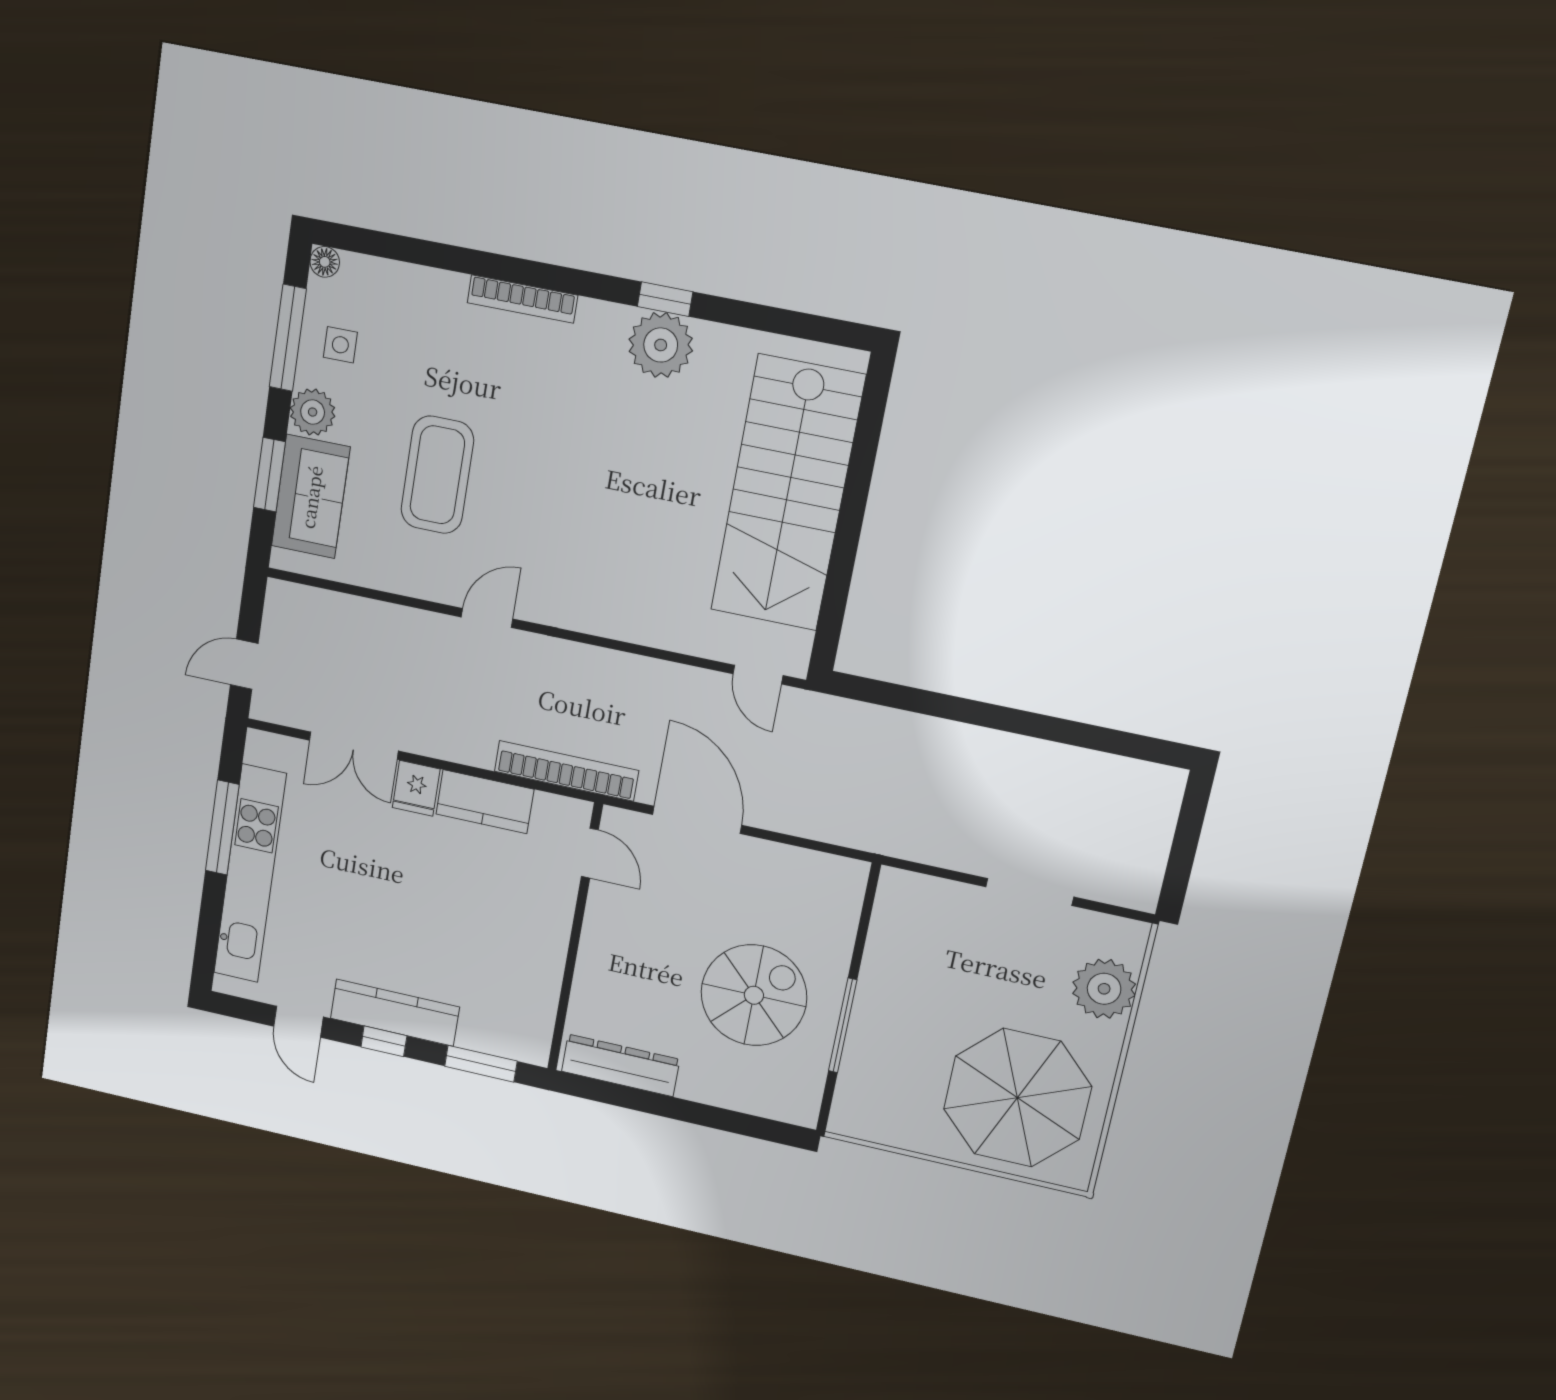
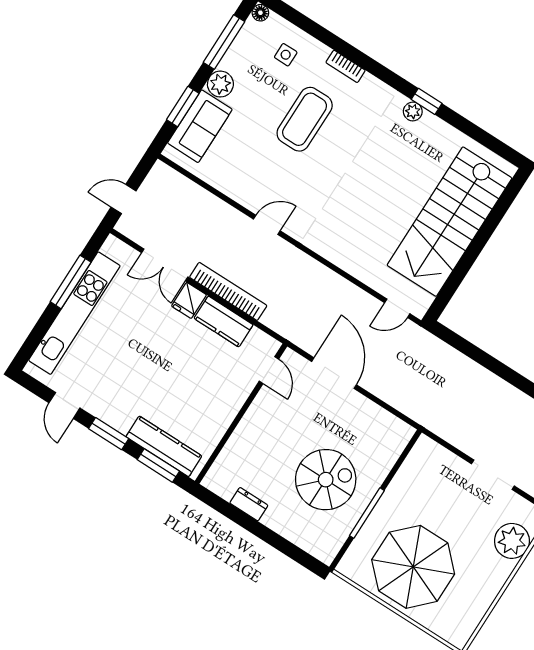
bookcase: (522, 299) -> (346, 66), width x0.64
side table: (340, 345) -> (286, 55), moved
plant: (661, 345) -> (413, 111), width x0.53, depth x0.53
coffee table: (437, 475) -> (305, 119), moved
door: (758, 675) -> (397, 308), hinge flipped
bookcase: (566, 771) -> (228, 291), moved
kitchen counter: (395, 1013) -> (164, 446), moved
window: (384, 1041) -> (109, 434), width x1.50
dresser: (621, 1065) -> (249, 504), width x0.51, depth x0.80
parasol: (1017, 1098) -> (413, 567), moved

